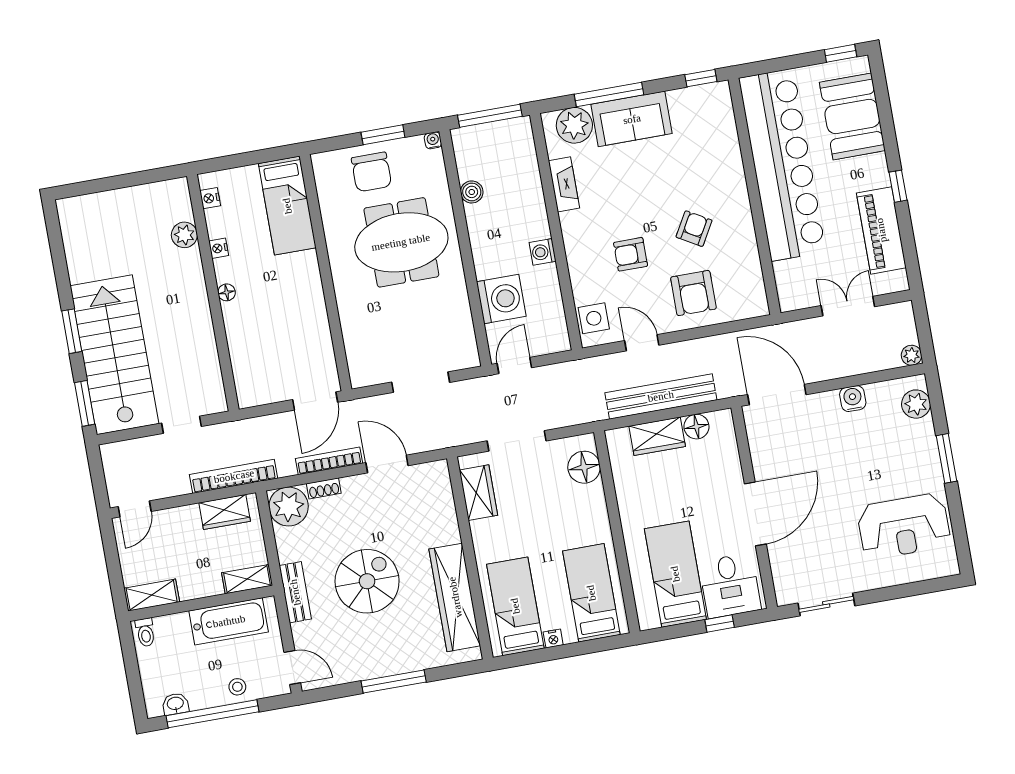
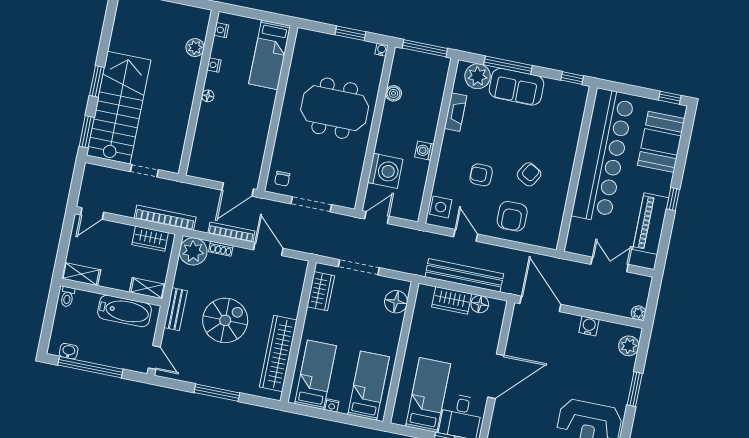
chair: (371, 172) -> (282, 179), moved, width x0.54, depth x0.54
stool: (237, 687) -> (113, 356), removed

